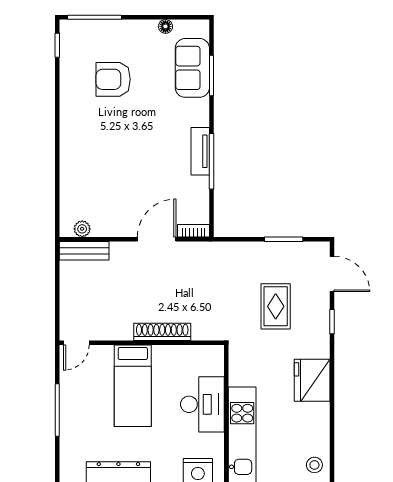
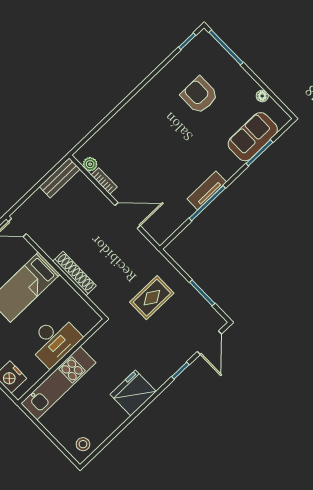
bookcase: (193, 231) -> (104, 181), moved
bench: (84, 251) -> (60, 178), moved, turned 90
rug: (276, 306) -> (152, 298), moved

